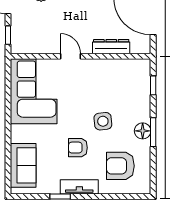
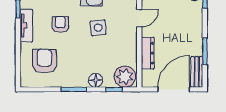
plant: (138, 73) -> (125, 77), added
side table: (103, 121) -> (98, 28), moved
floor lamp: (143, 131) -> (96, 80), moved

